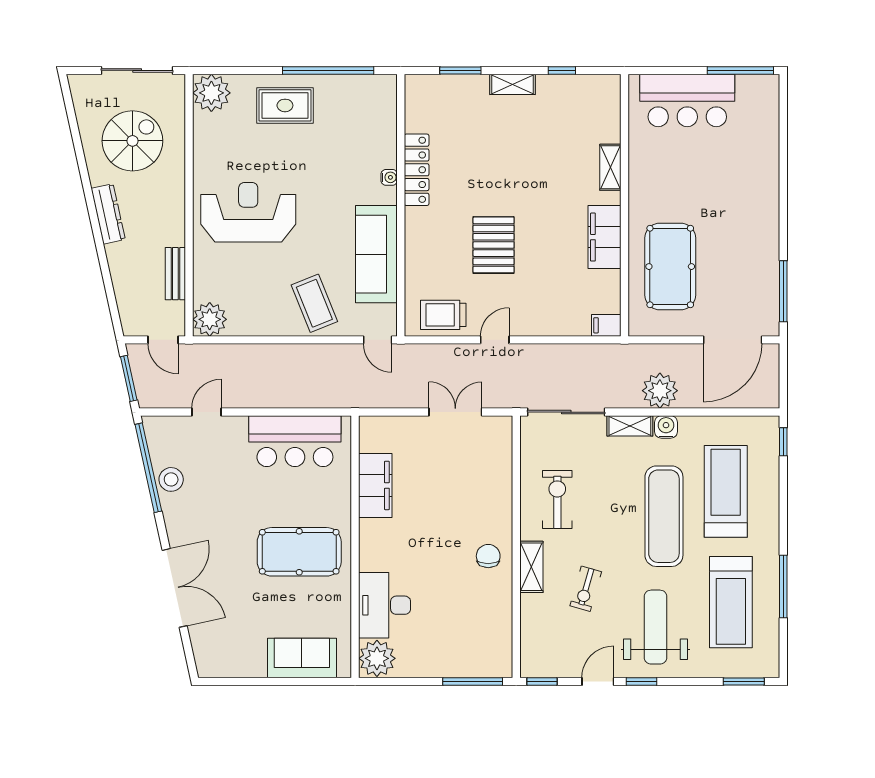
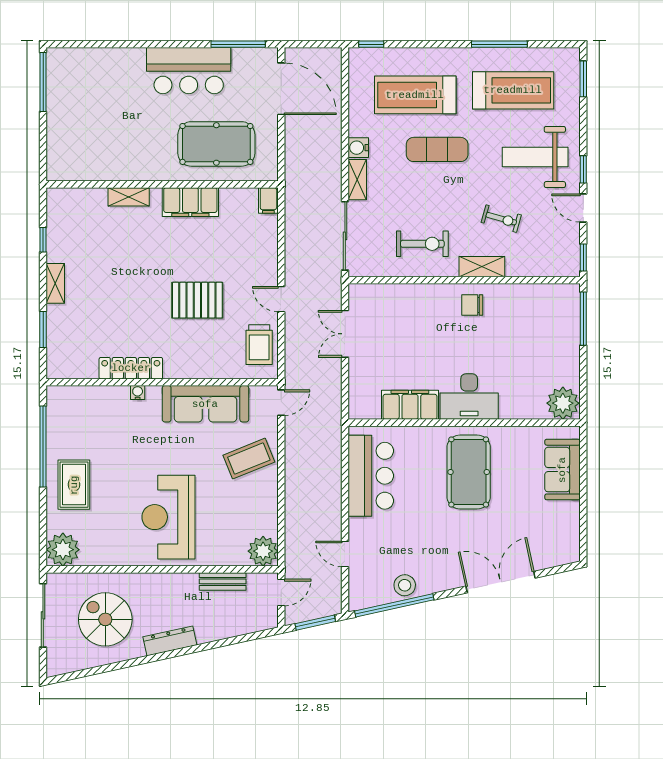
bar counter: (687, 100) -> (189, 71), moved, turned 90
plant: (660, 391) -> (326, 153), removed
exercise bike: (557, 499) -> (422, 244), turned 180
exercise mat: (664, 516) -> (437, 149), width x0.73, depth x0.69
desk: (384, 605) -> (469, 397), moved

